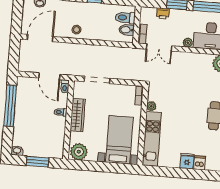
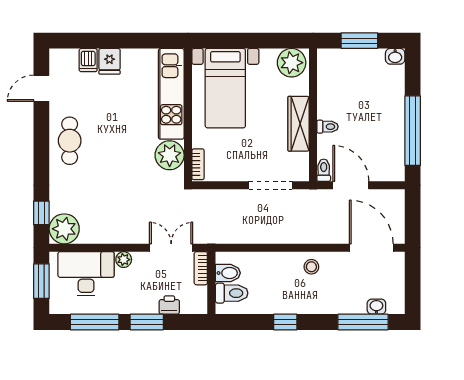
door: (40, 38) -> (371, 248), swing flipped
plant: (151, 106) -> (170, 155), width x1.88, depth x1.88

